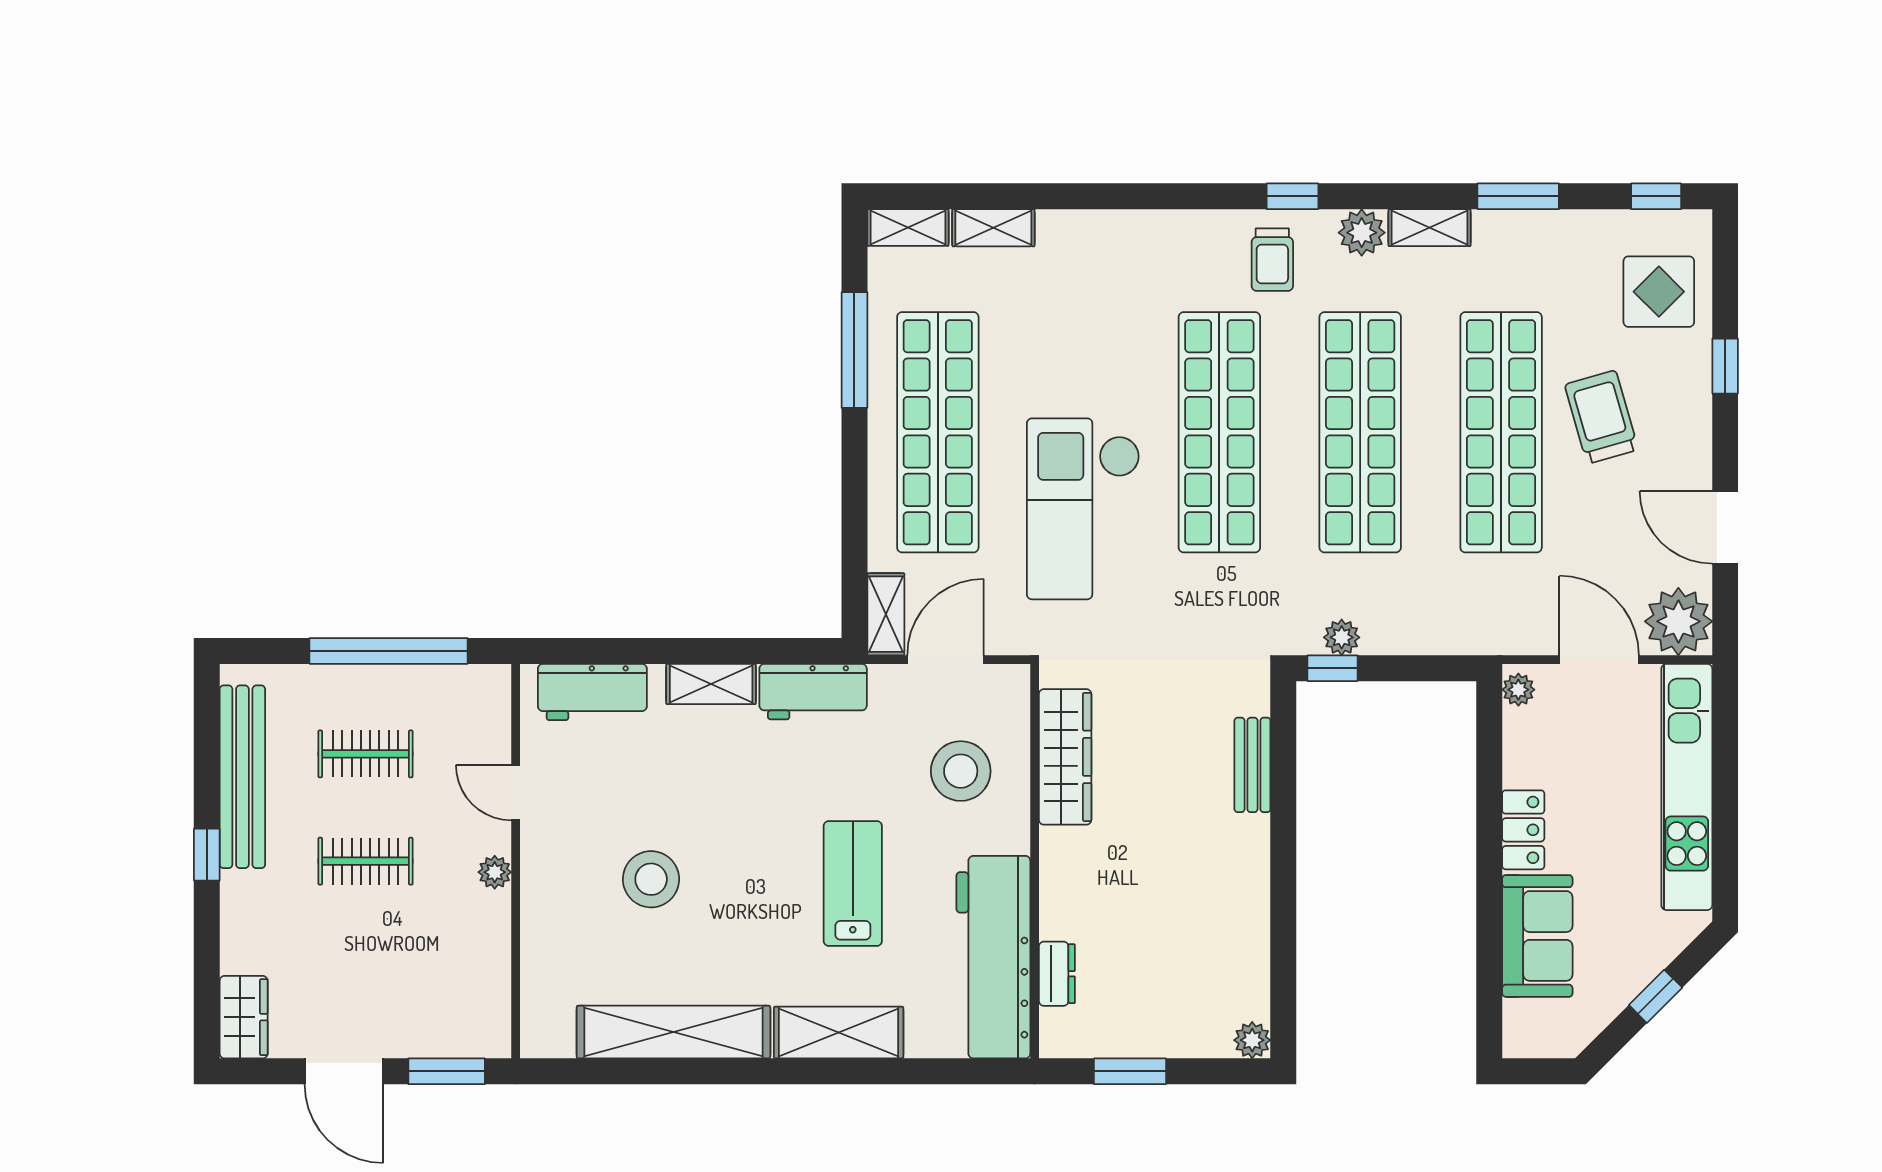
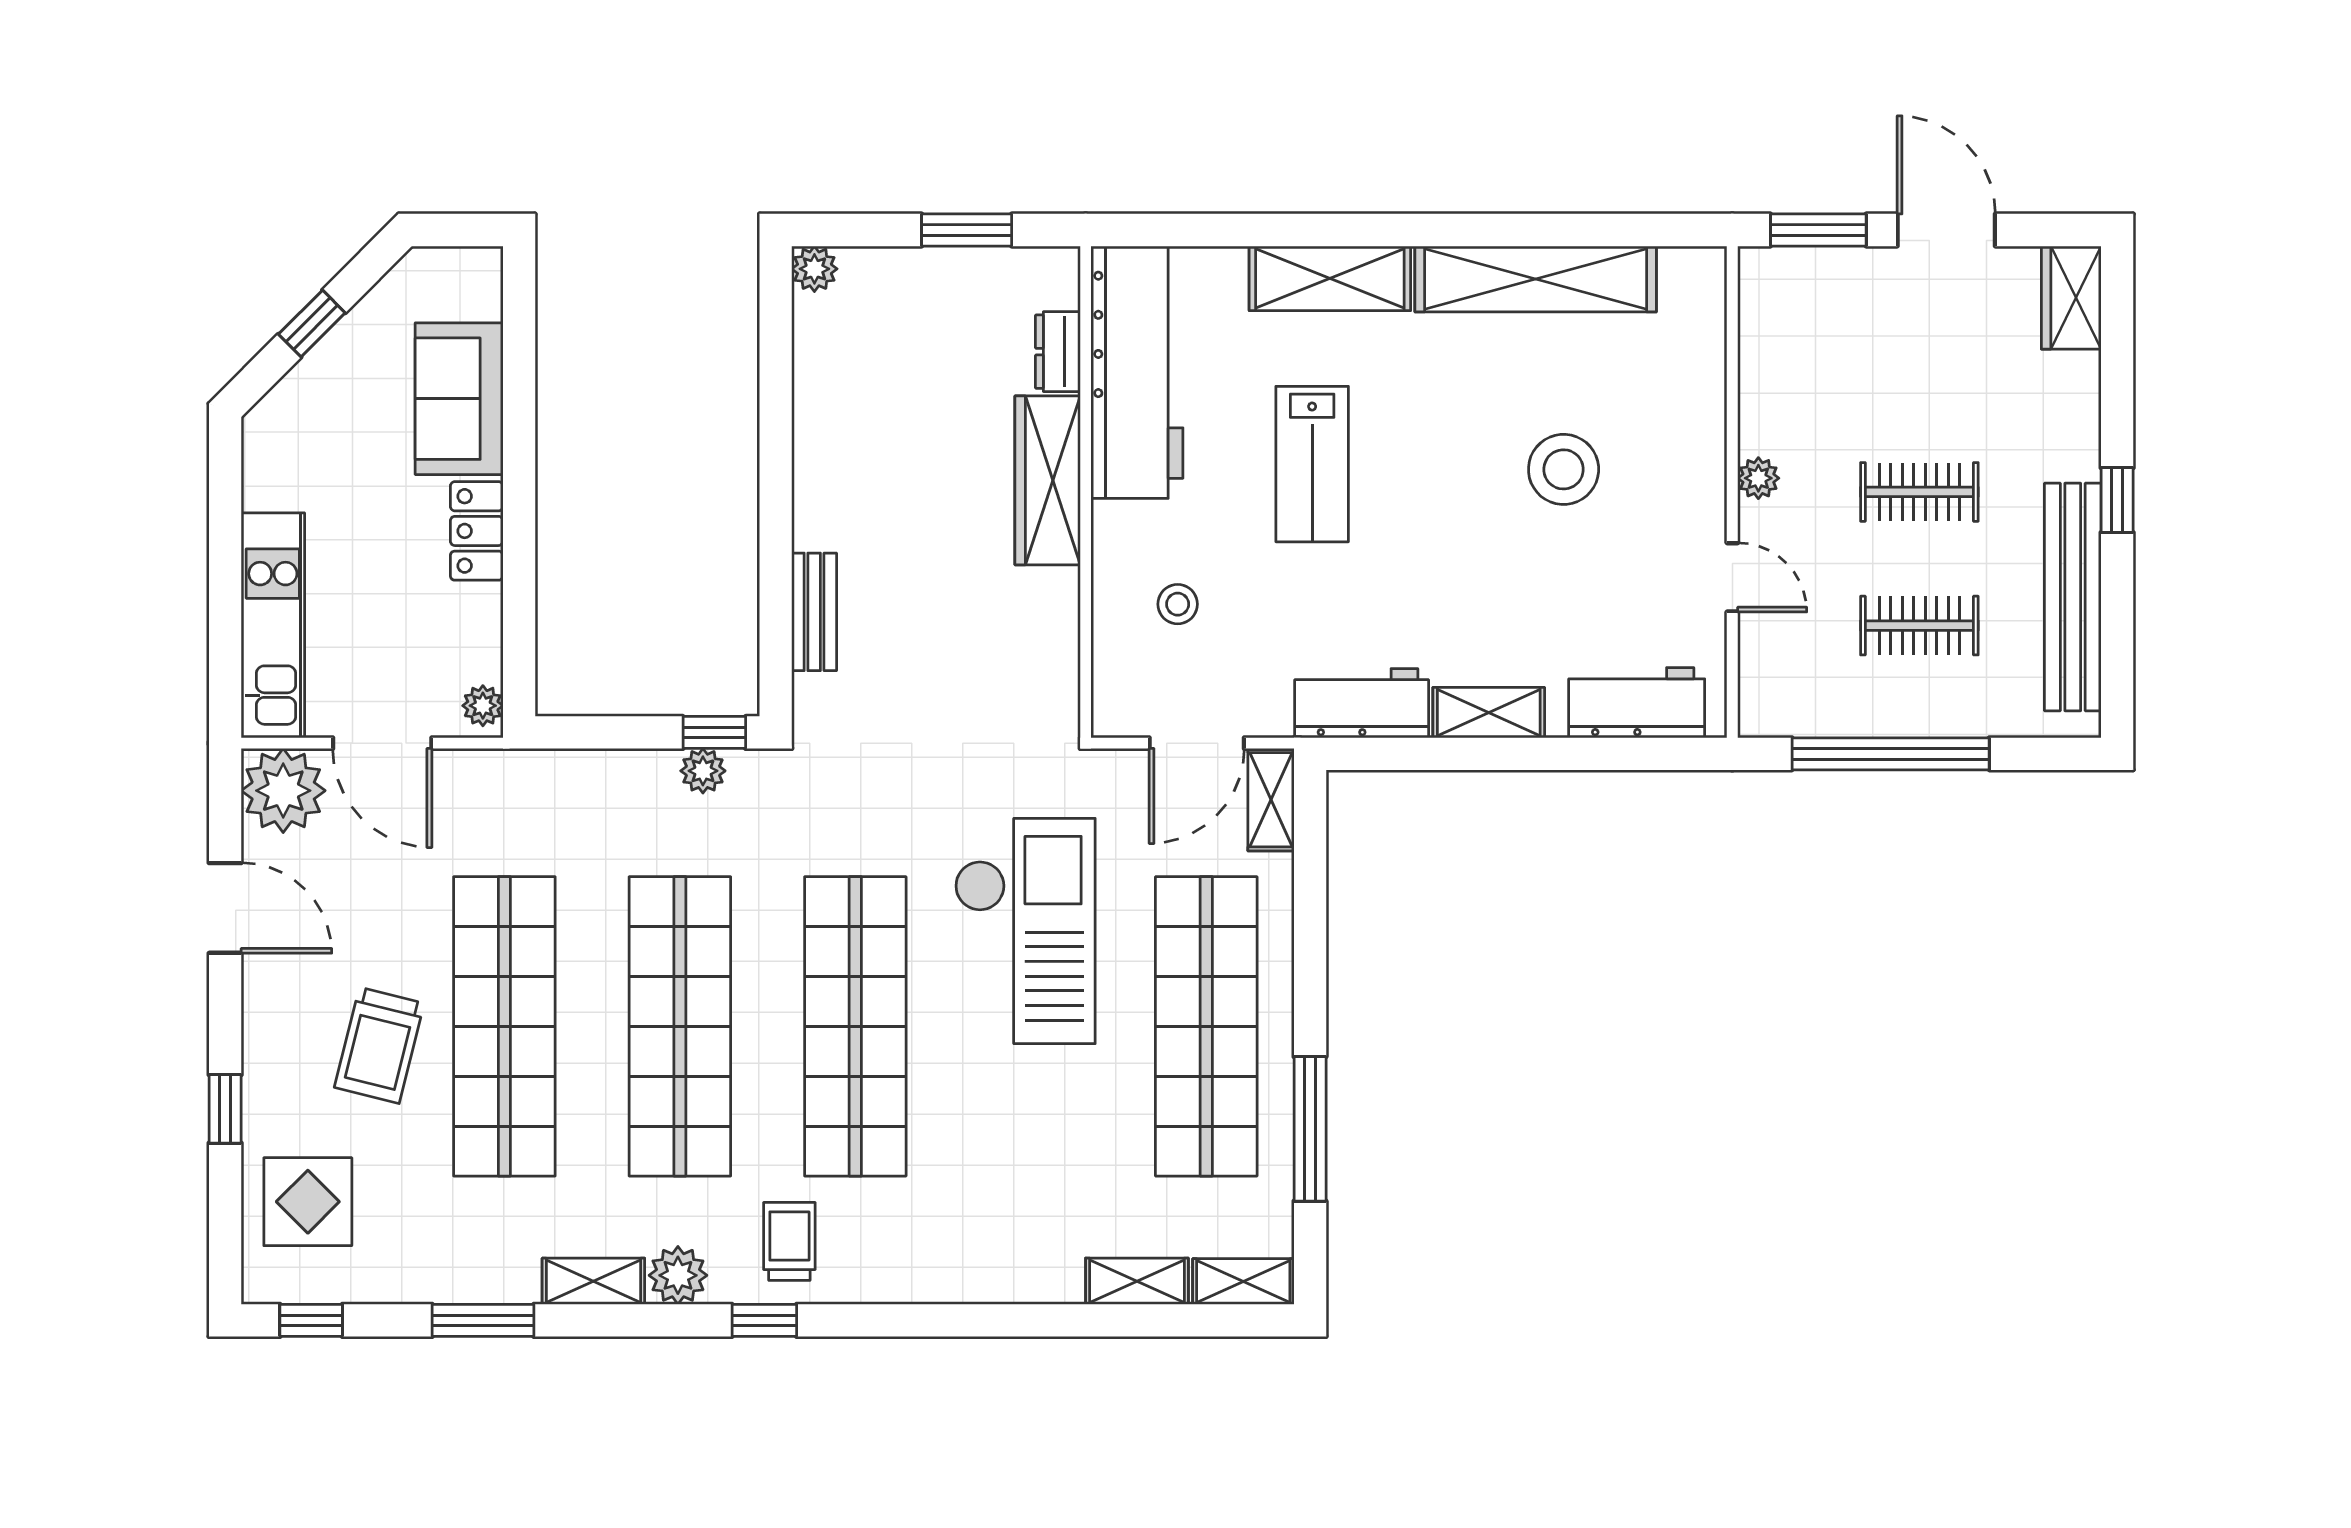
trolley: (1601, 417) -> (379, 1045), turned 30
wardrobe: (1065, 757) -> (1048, 480), moved
stool: (961, 771) -> (1178, 604), width x0.53, depth x0.53
kitchen unit: (1687, 787) -> (273, 625), width x0.73

